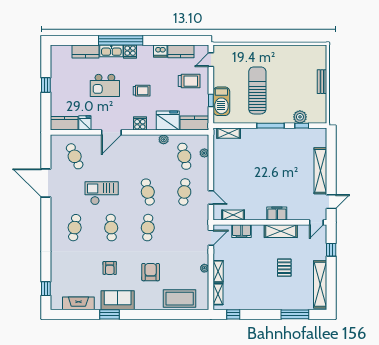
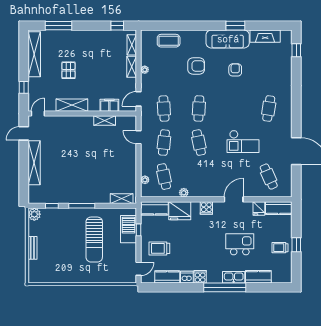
cooker: (130, 51) -> (200, 277), moved
trolley: (142, 91) -> (280, 248), moved
plant: (300, 117) -> (34, 214), moved
filing cabinet: (277, 213) -> (76, 122), removed
shelving: (233, 215) -> (105, 121), moved
cafe table: (111, 228) -> (164, 109), moved
armchair: (151, 272) -> (196, 66), turned -90
coffee table: (180, 299) -> (169, 41), width x0.73, depth x0.76
sofa: (118, 300) -> (228, 39), width x1.36

